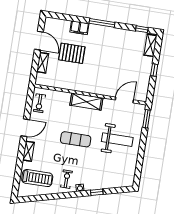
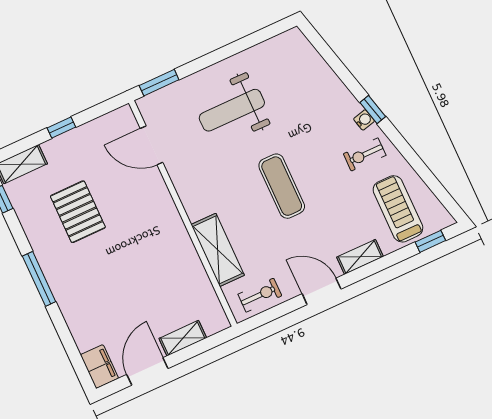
filing cabinet: (79, 28) -> (99, 367), moved
pallet: (72, 53) -> (78, 212), moved
shelving: (86, 102) -> (218, 250), moved
weight bench: (117, 140) -> (232, 110), turned -90
window: (17, 182) -> (430, 241), added
window: (97, 192) -> (373, 110), moved

